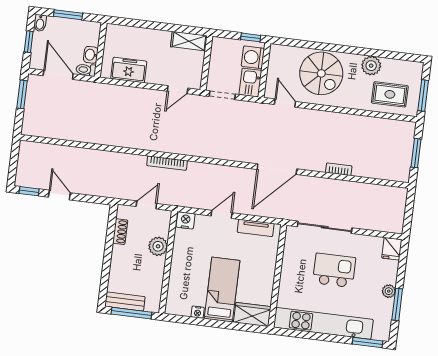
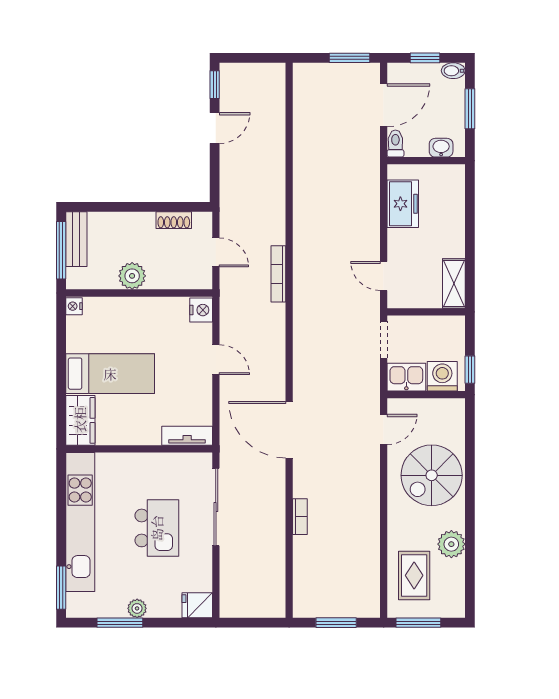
washbasin: (91, 55) -> (441, 148), moved
tv unit: (256, 228) -> (187, 436), moved, turned 90
plant: (158, 246) -> (132, 276), moved
nightstand: (198, 312) -> (74, 306), moved

